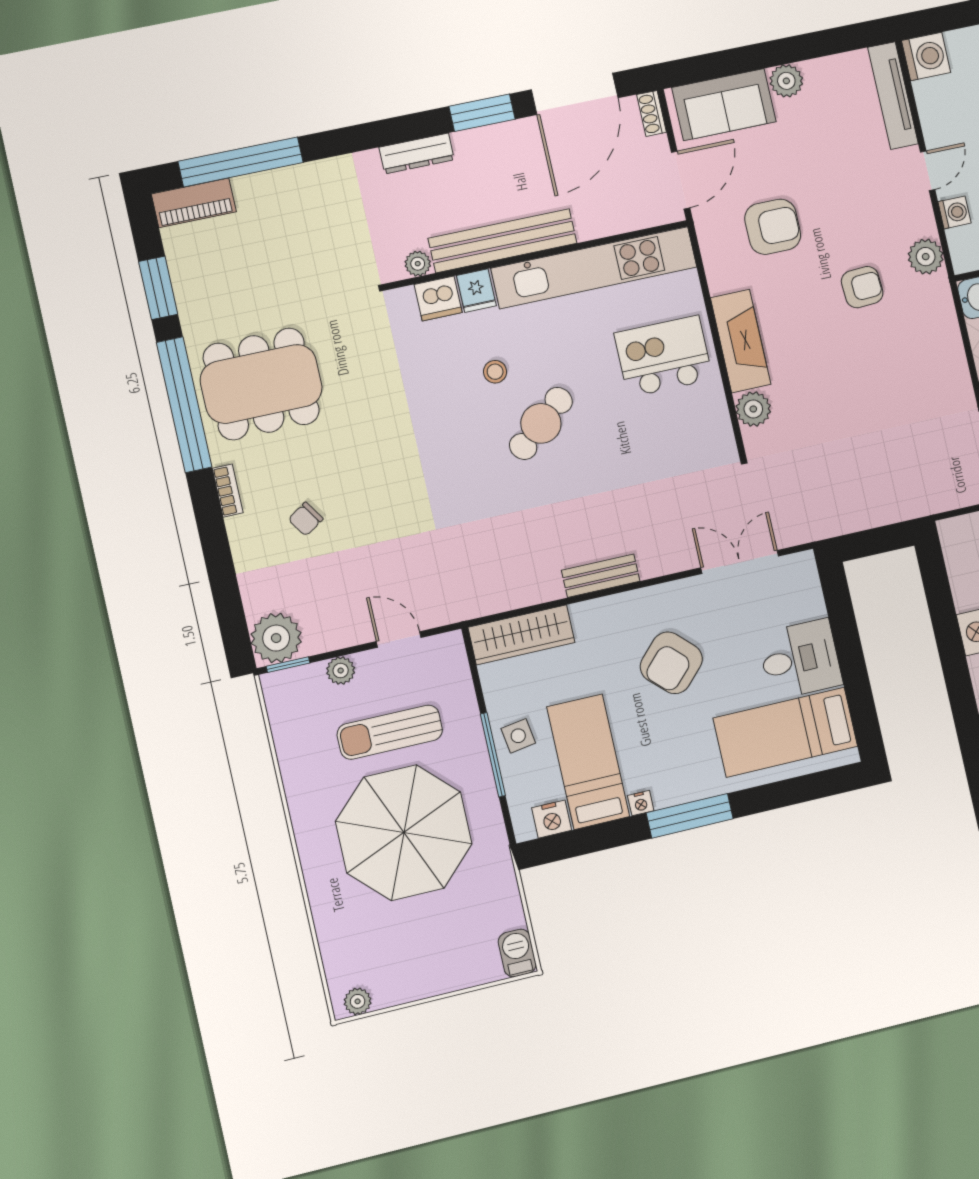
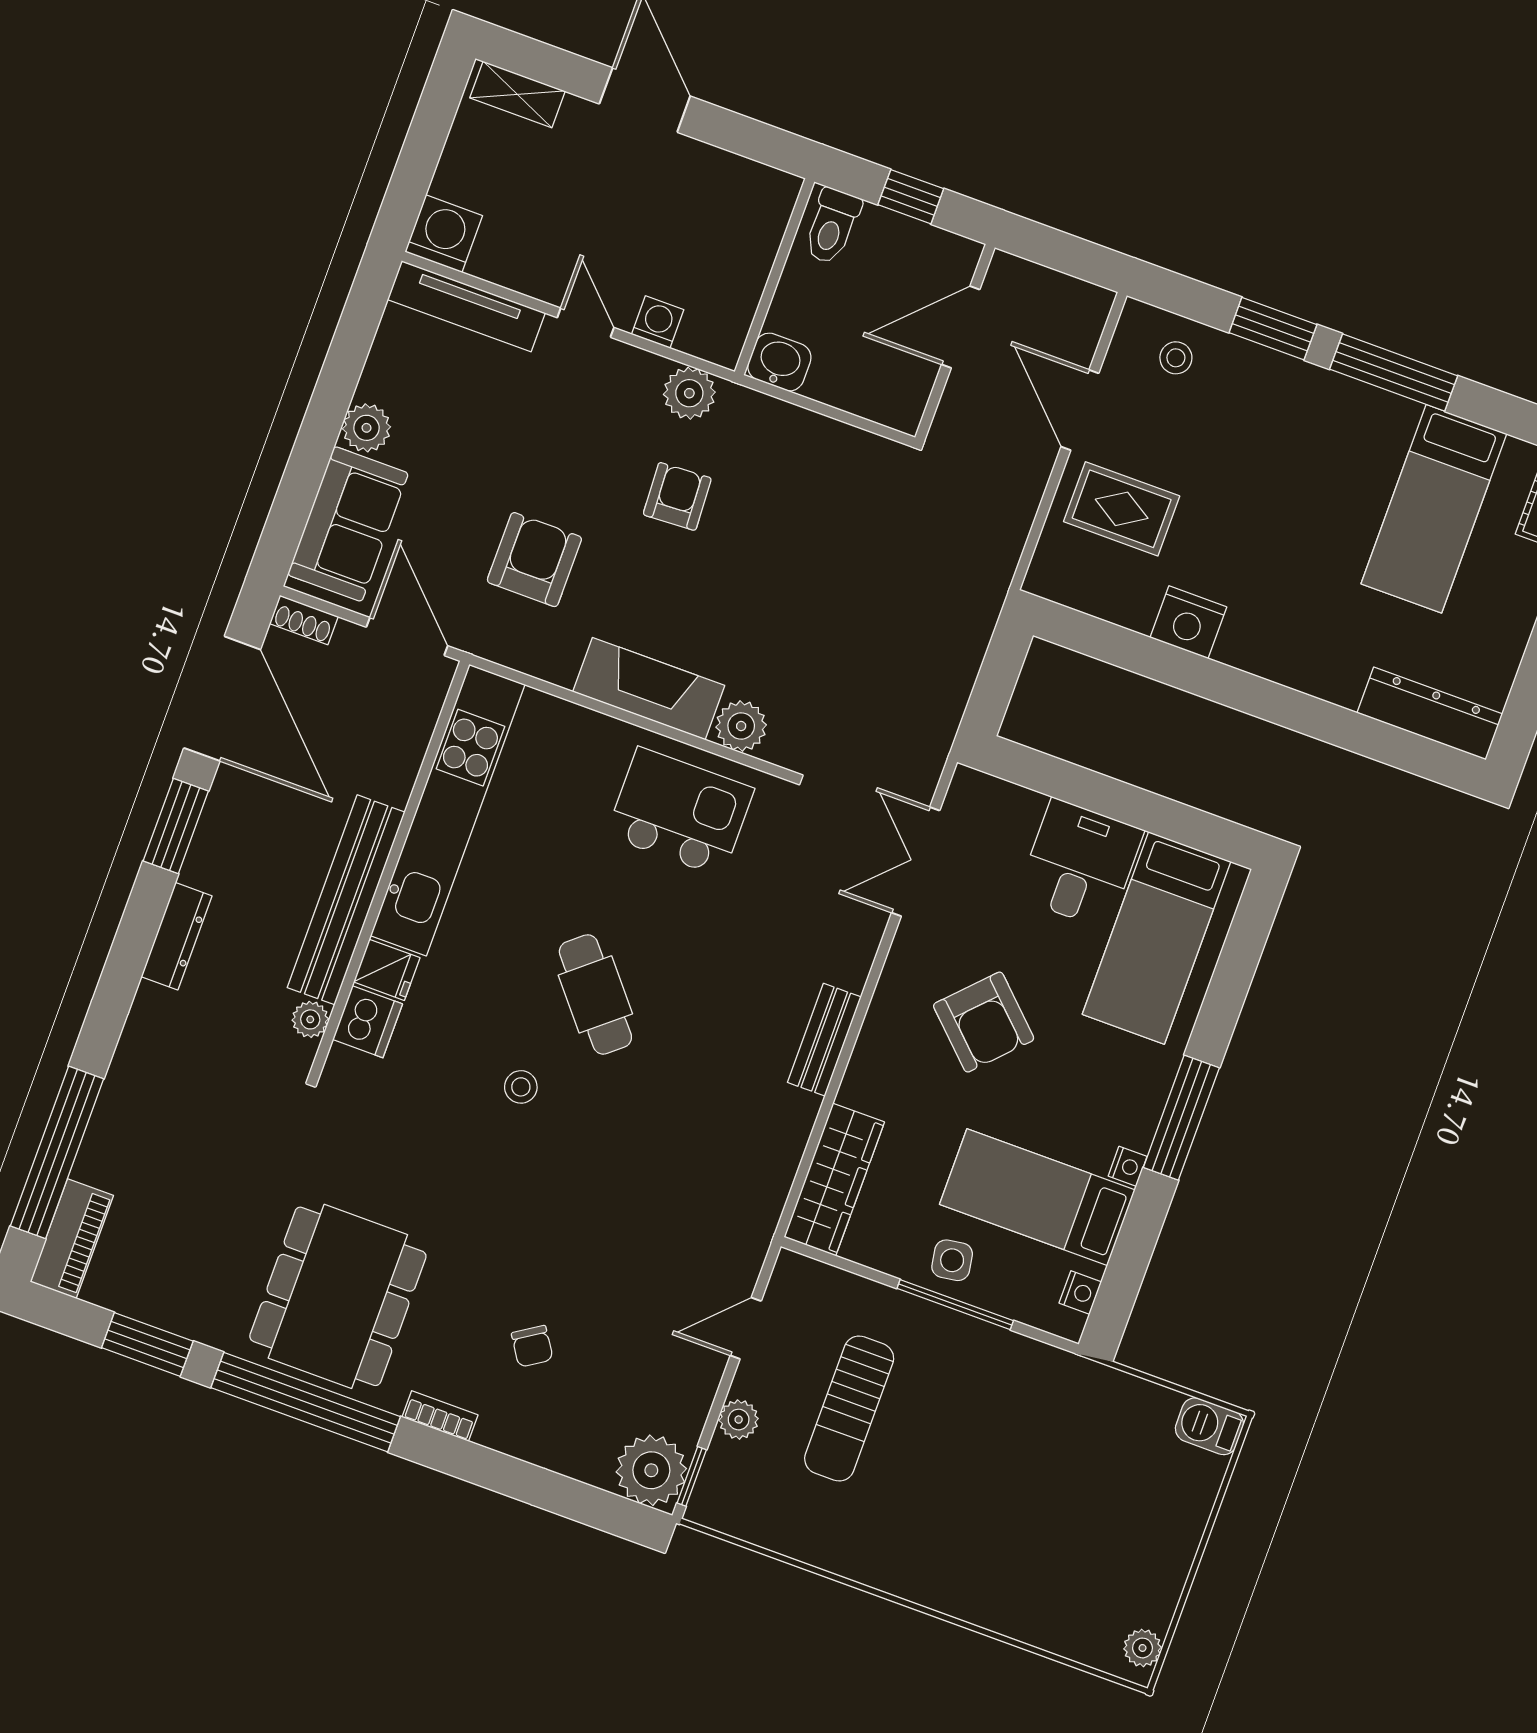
kitchen island: (664, 356) -> (680, 812), moved, turned 90
stool: (495, 372) -> (521, 1087), moved
nightstand: (552, 819) -> (1080, 1292), width x0.72, depth x0.74
parasol: (404, 833) -> (979, 1468), removed

